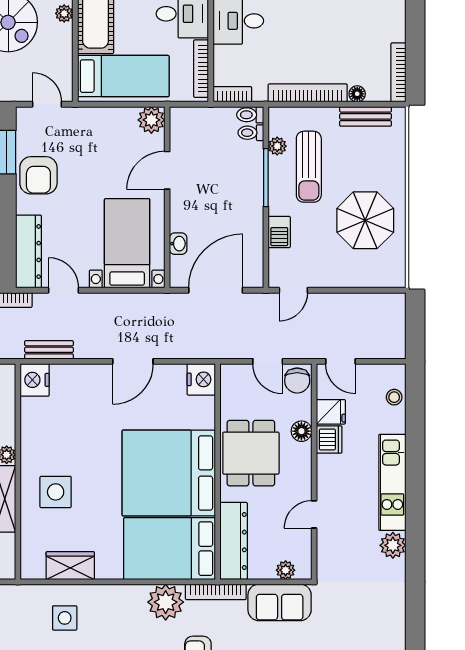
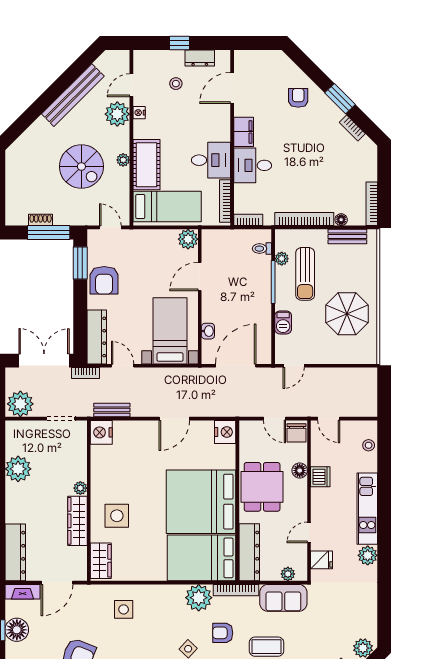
toilet: (250, 115) -> (261, 235), removed
fridge: (331, 412) -> (322, 560), moved
wardrobe: (70, 566) -> (101, 561), moved, turned 90

